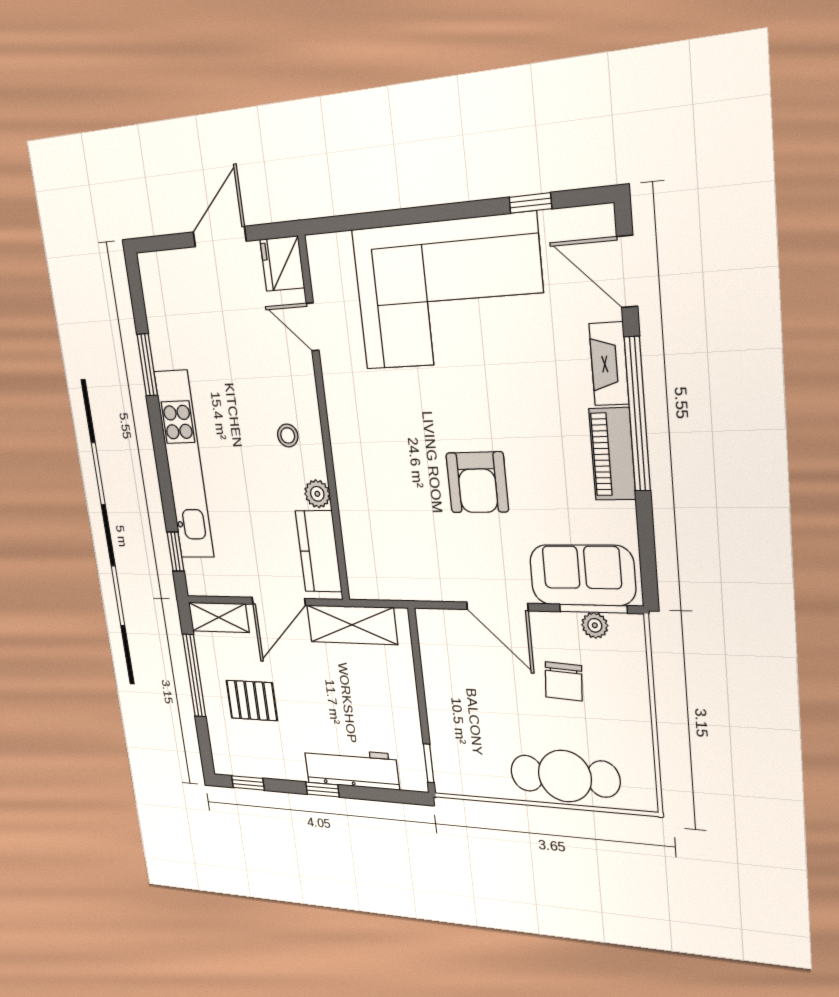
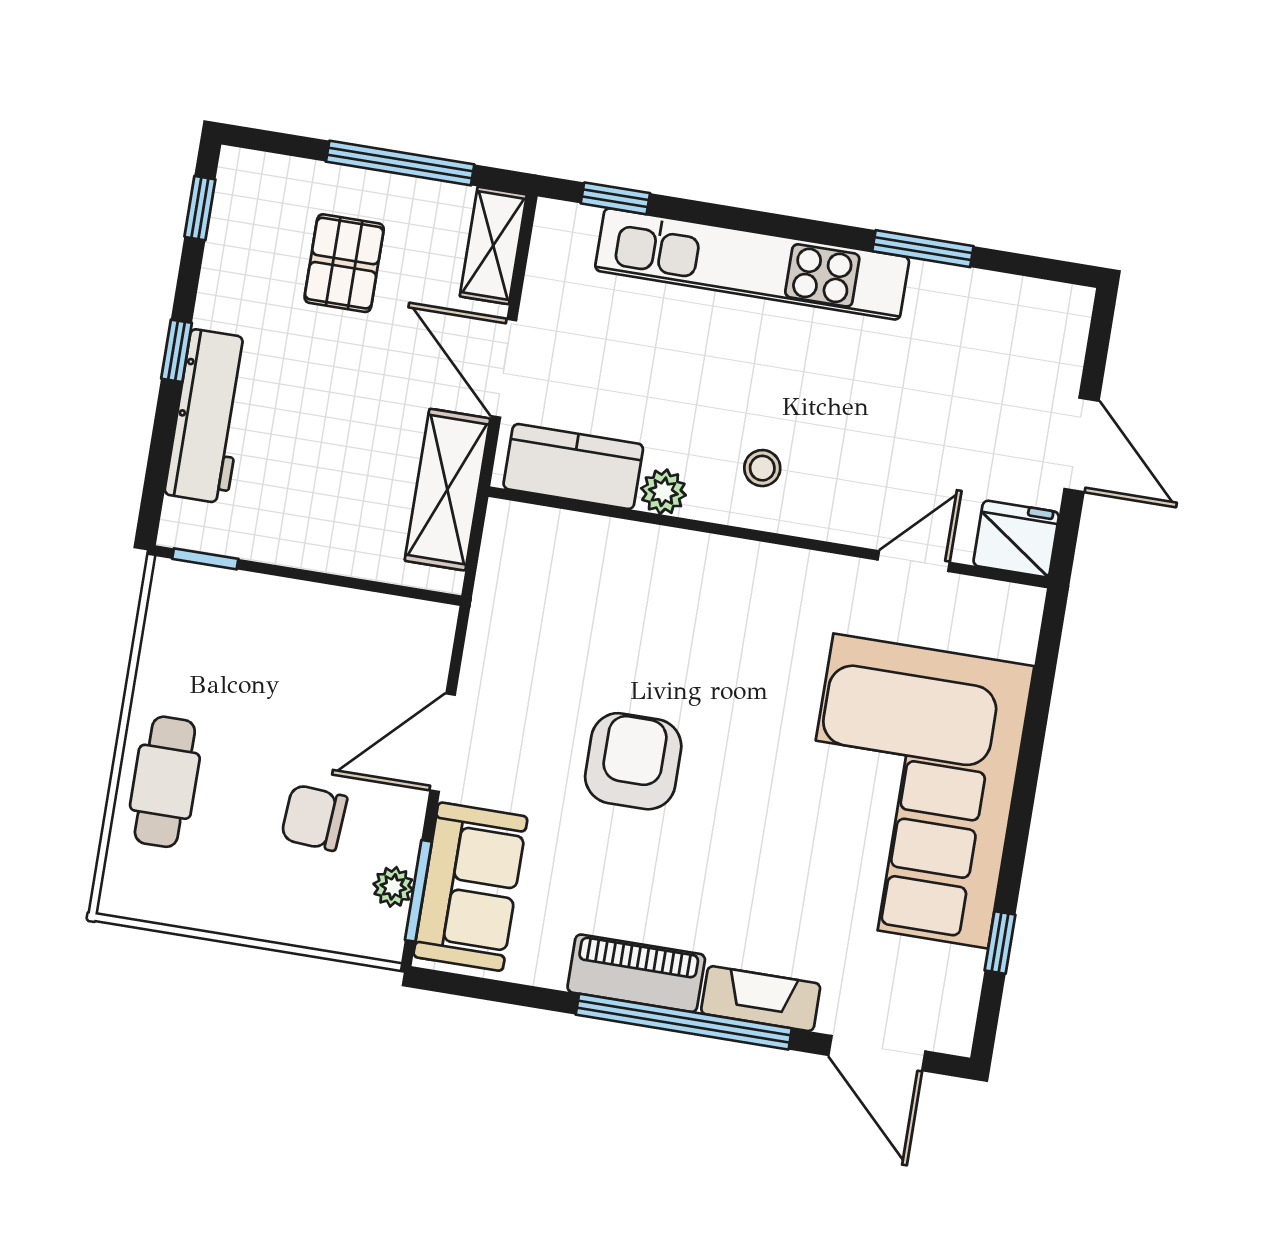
door: (627, 272) -> (877, 1053), swing flipped
armchair: (477, 482) -> (633, 761), turned 90
cafe table: (565, 776) -> (165, 782), width x0.73, depth x0.74

